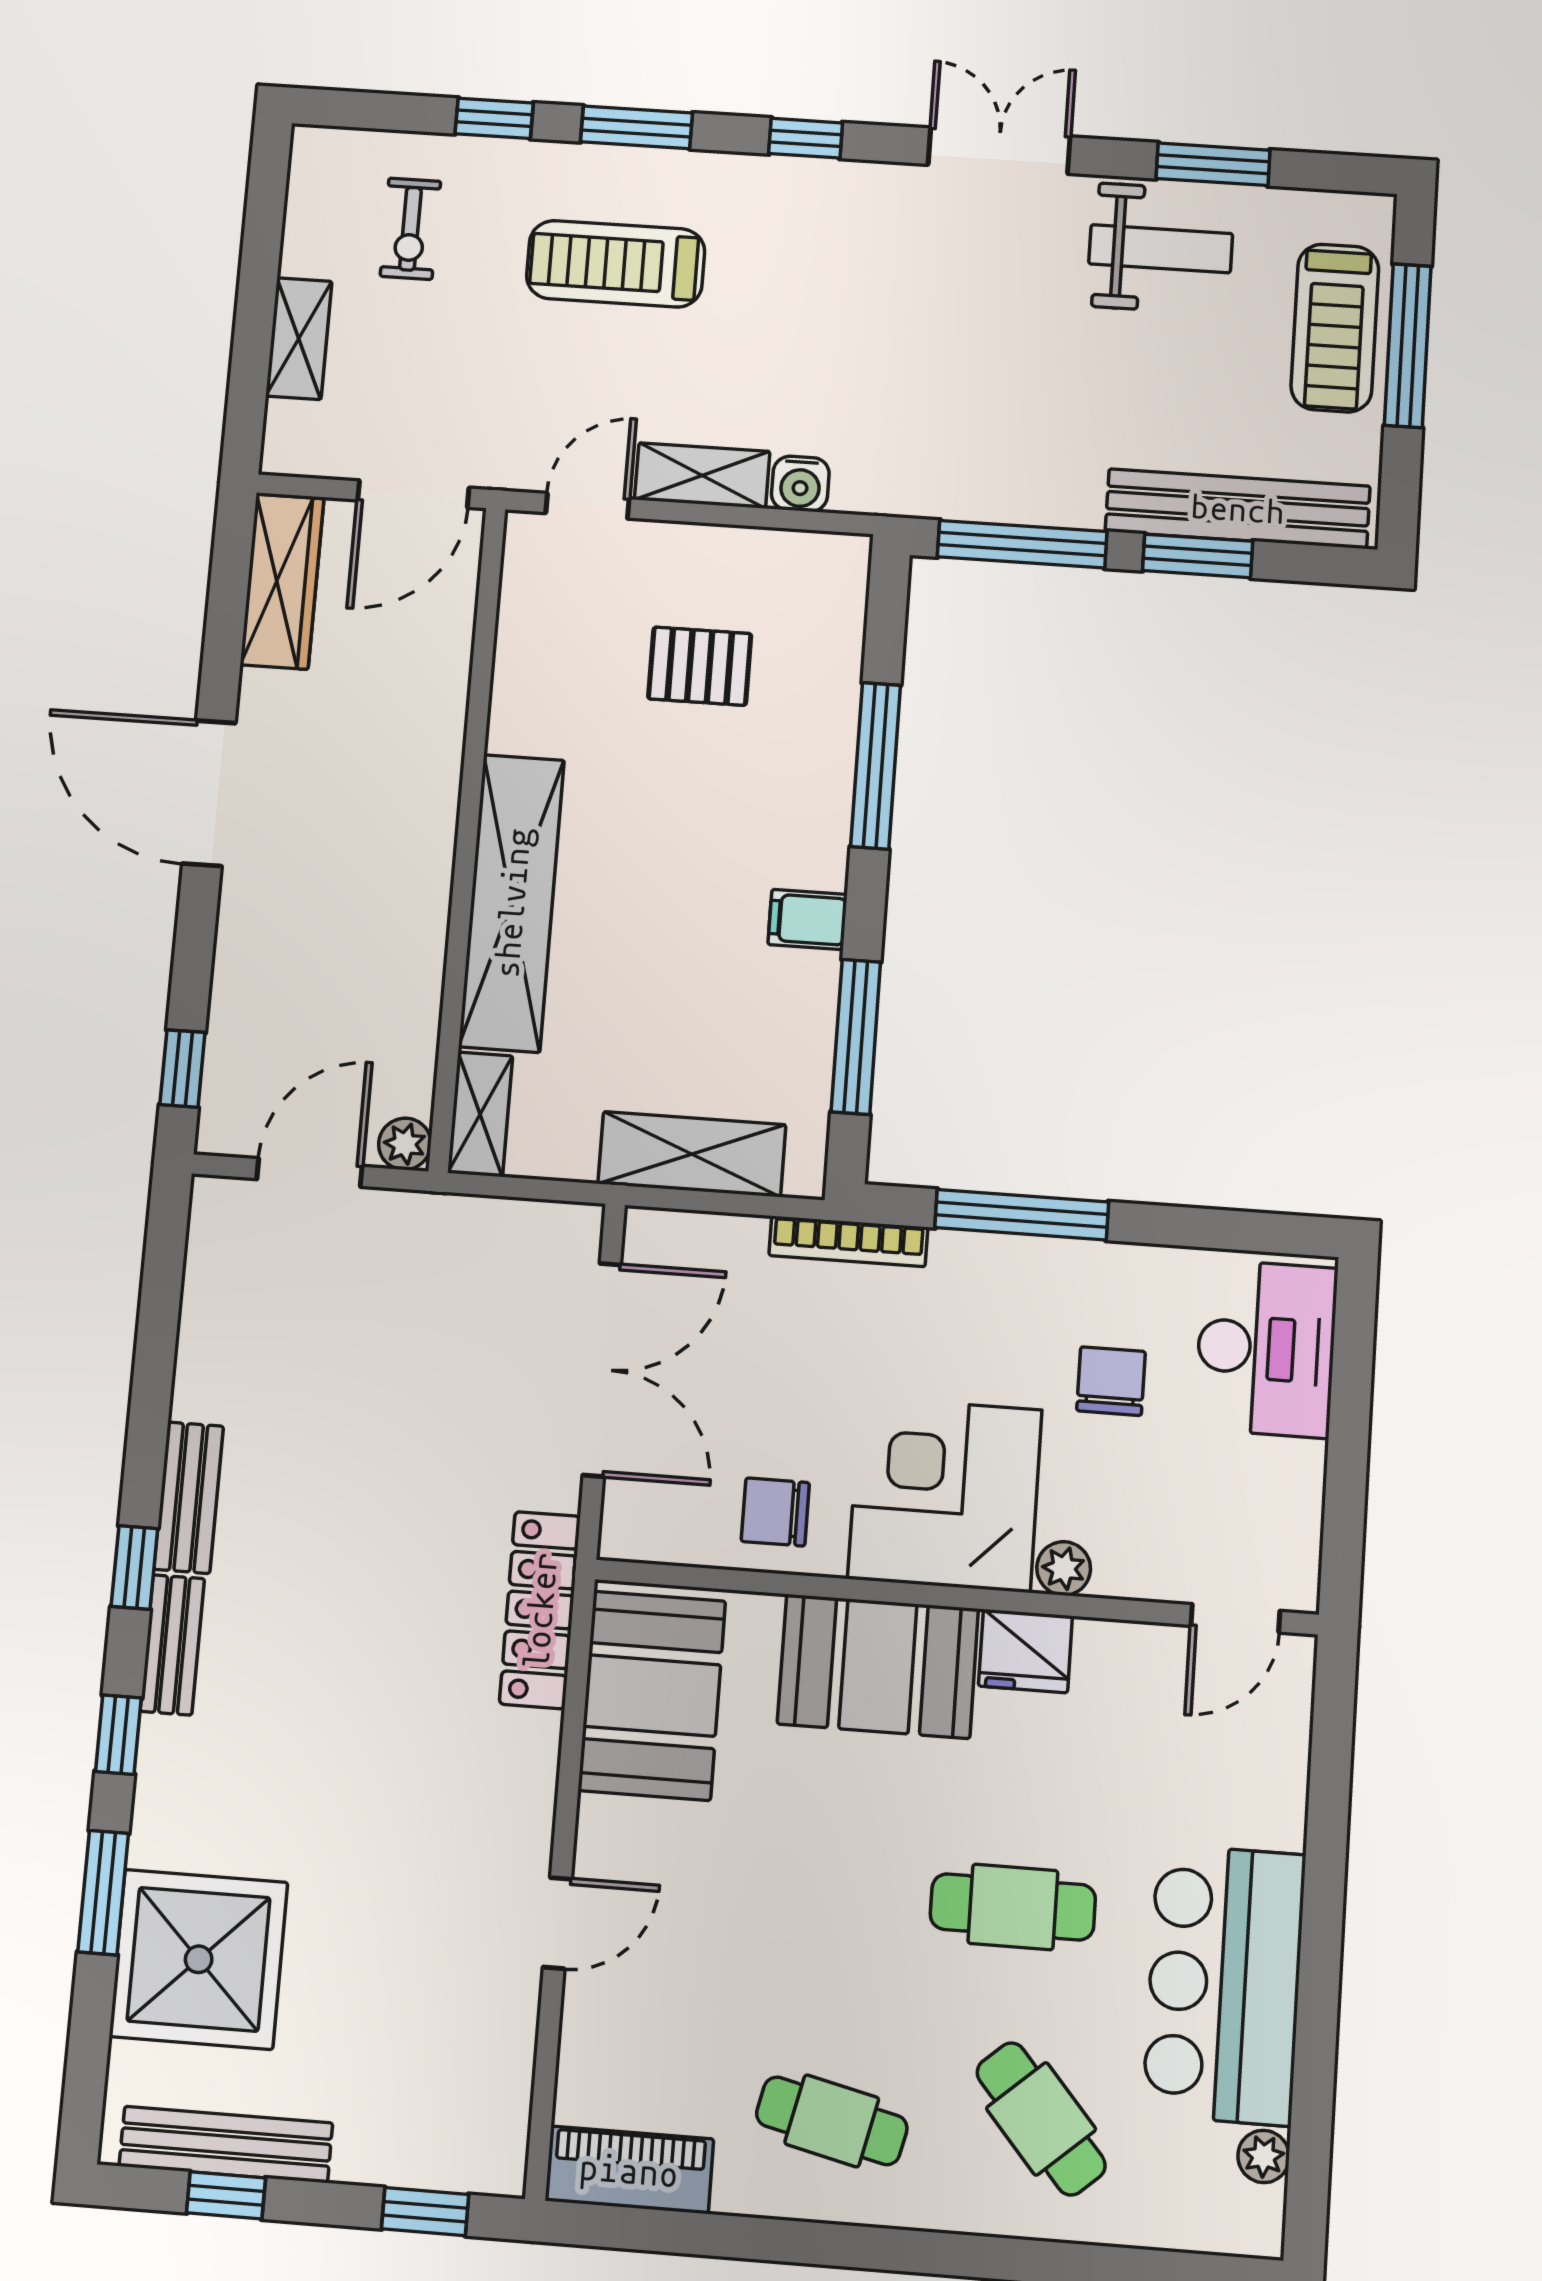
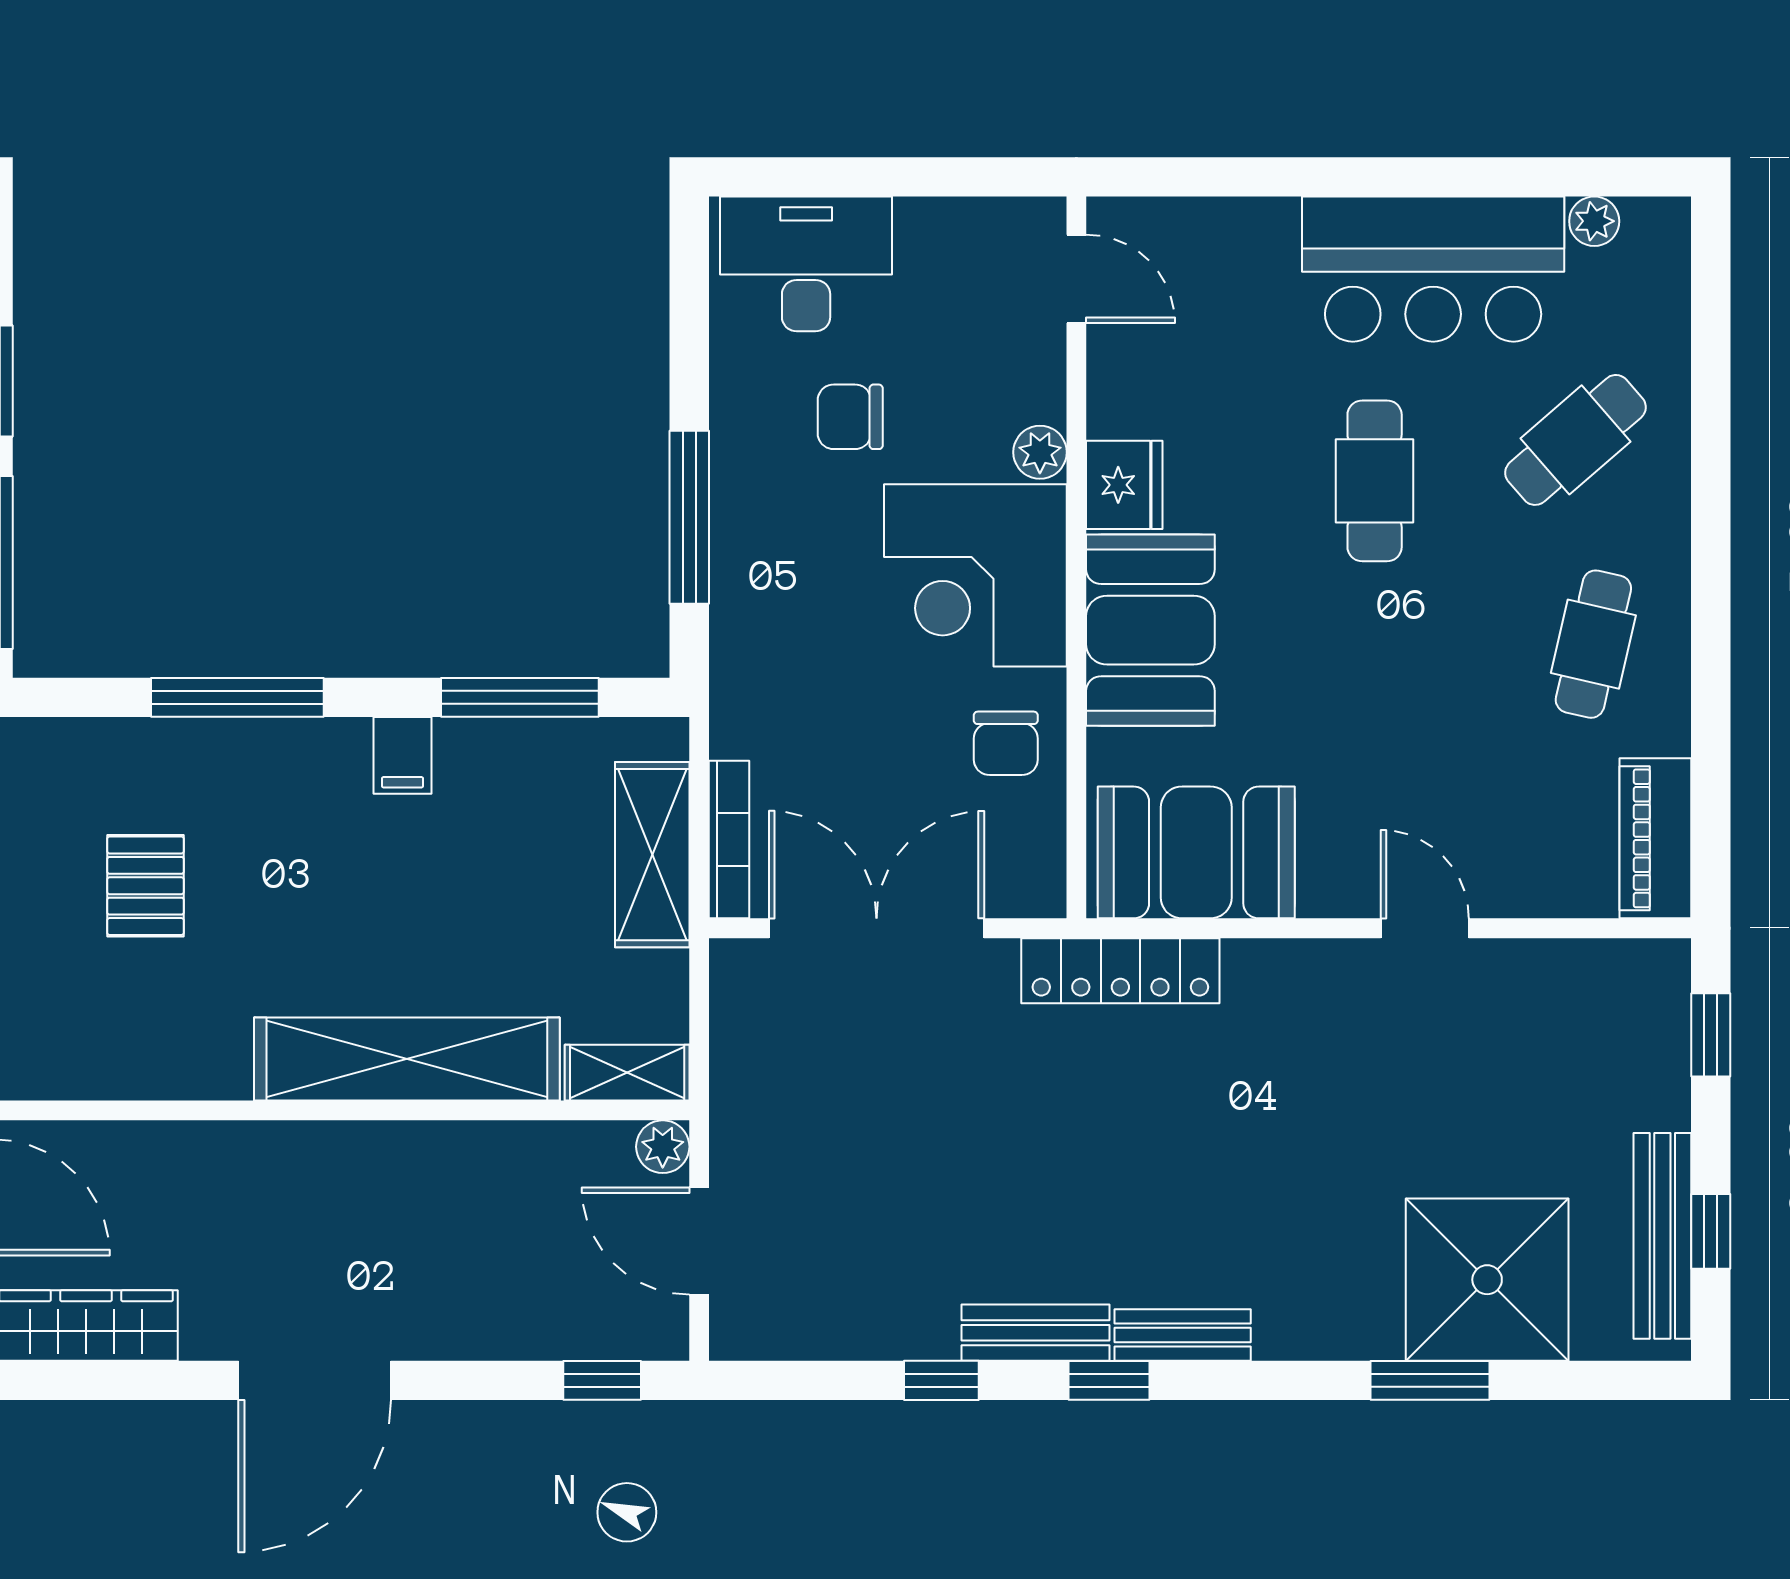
bookcase: (848, 1241) -> (729, 840), moved
window: (118, 1735) -> (941, 1380), moved

